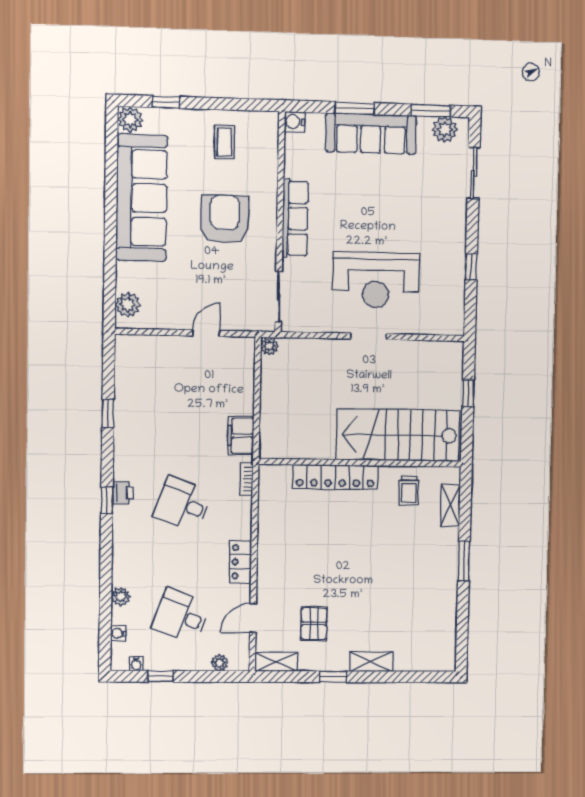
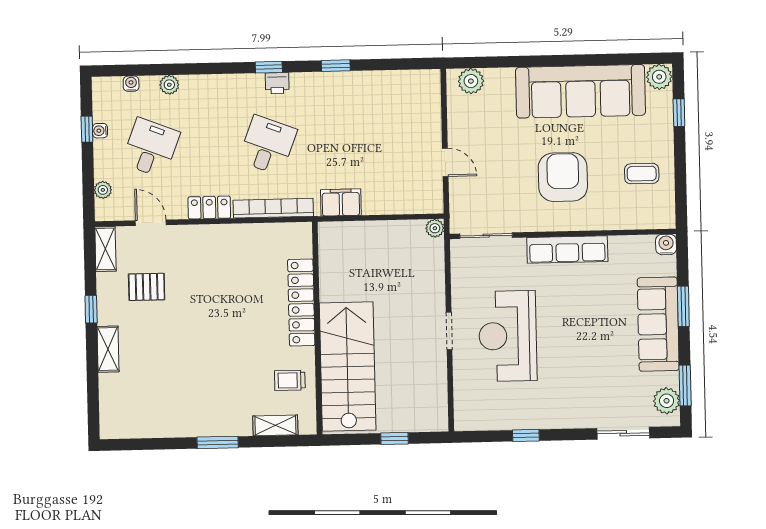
armchair: (225, 219) -> (563, 177), turned -90
window: (108, 413) -> (336, 66), moved
bookcase: (246, 479) -> (273, 208), width x2.31, depth x1.31
water cooler: (136, 664) -> (100, 131), moved

